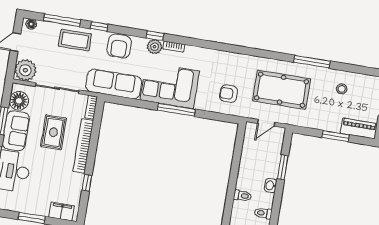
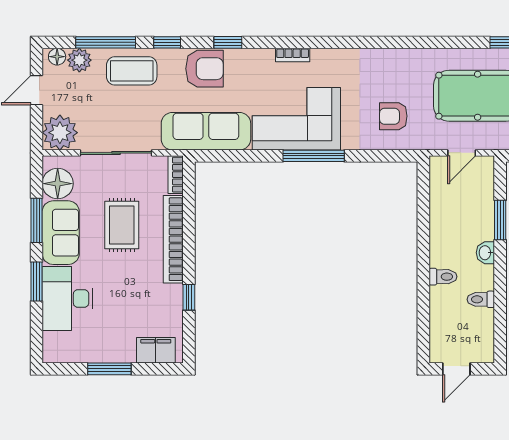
window: (155, 36) -> (228, 42), moved
armchair: (119, 46) -> (205, 69), turned -90
plant: (155, 47) -> (79, 60), moved

